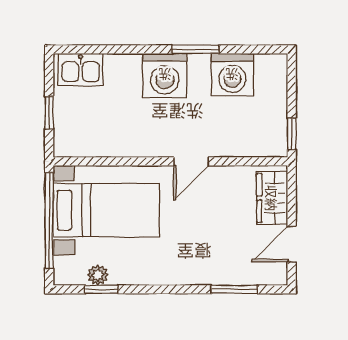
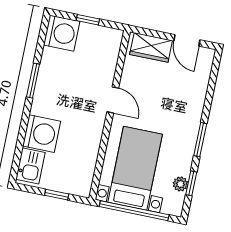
washing machine: (165, 75) -> (42, 134), moved
washing machine: (232, 75) -> (62, 33), moved
window: (292, 134) -> (88, 20), moved
window: (234, 289) -> (200, 140), moved

